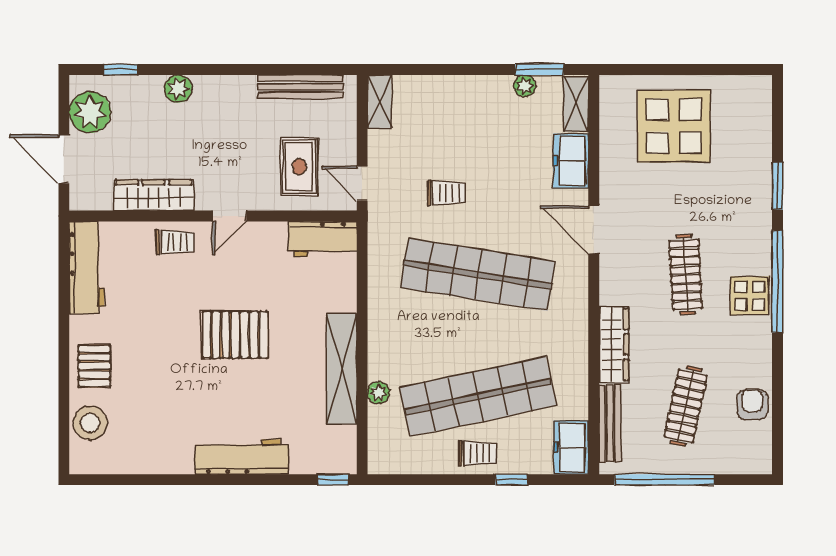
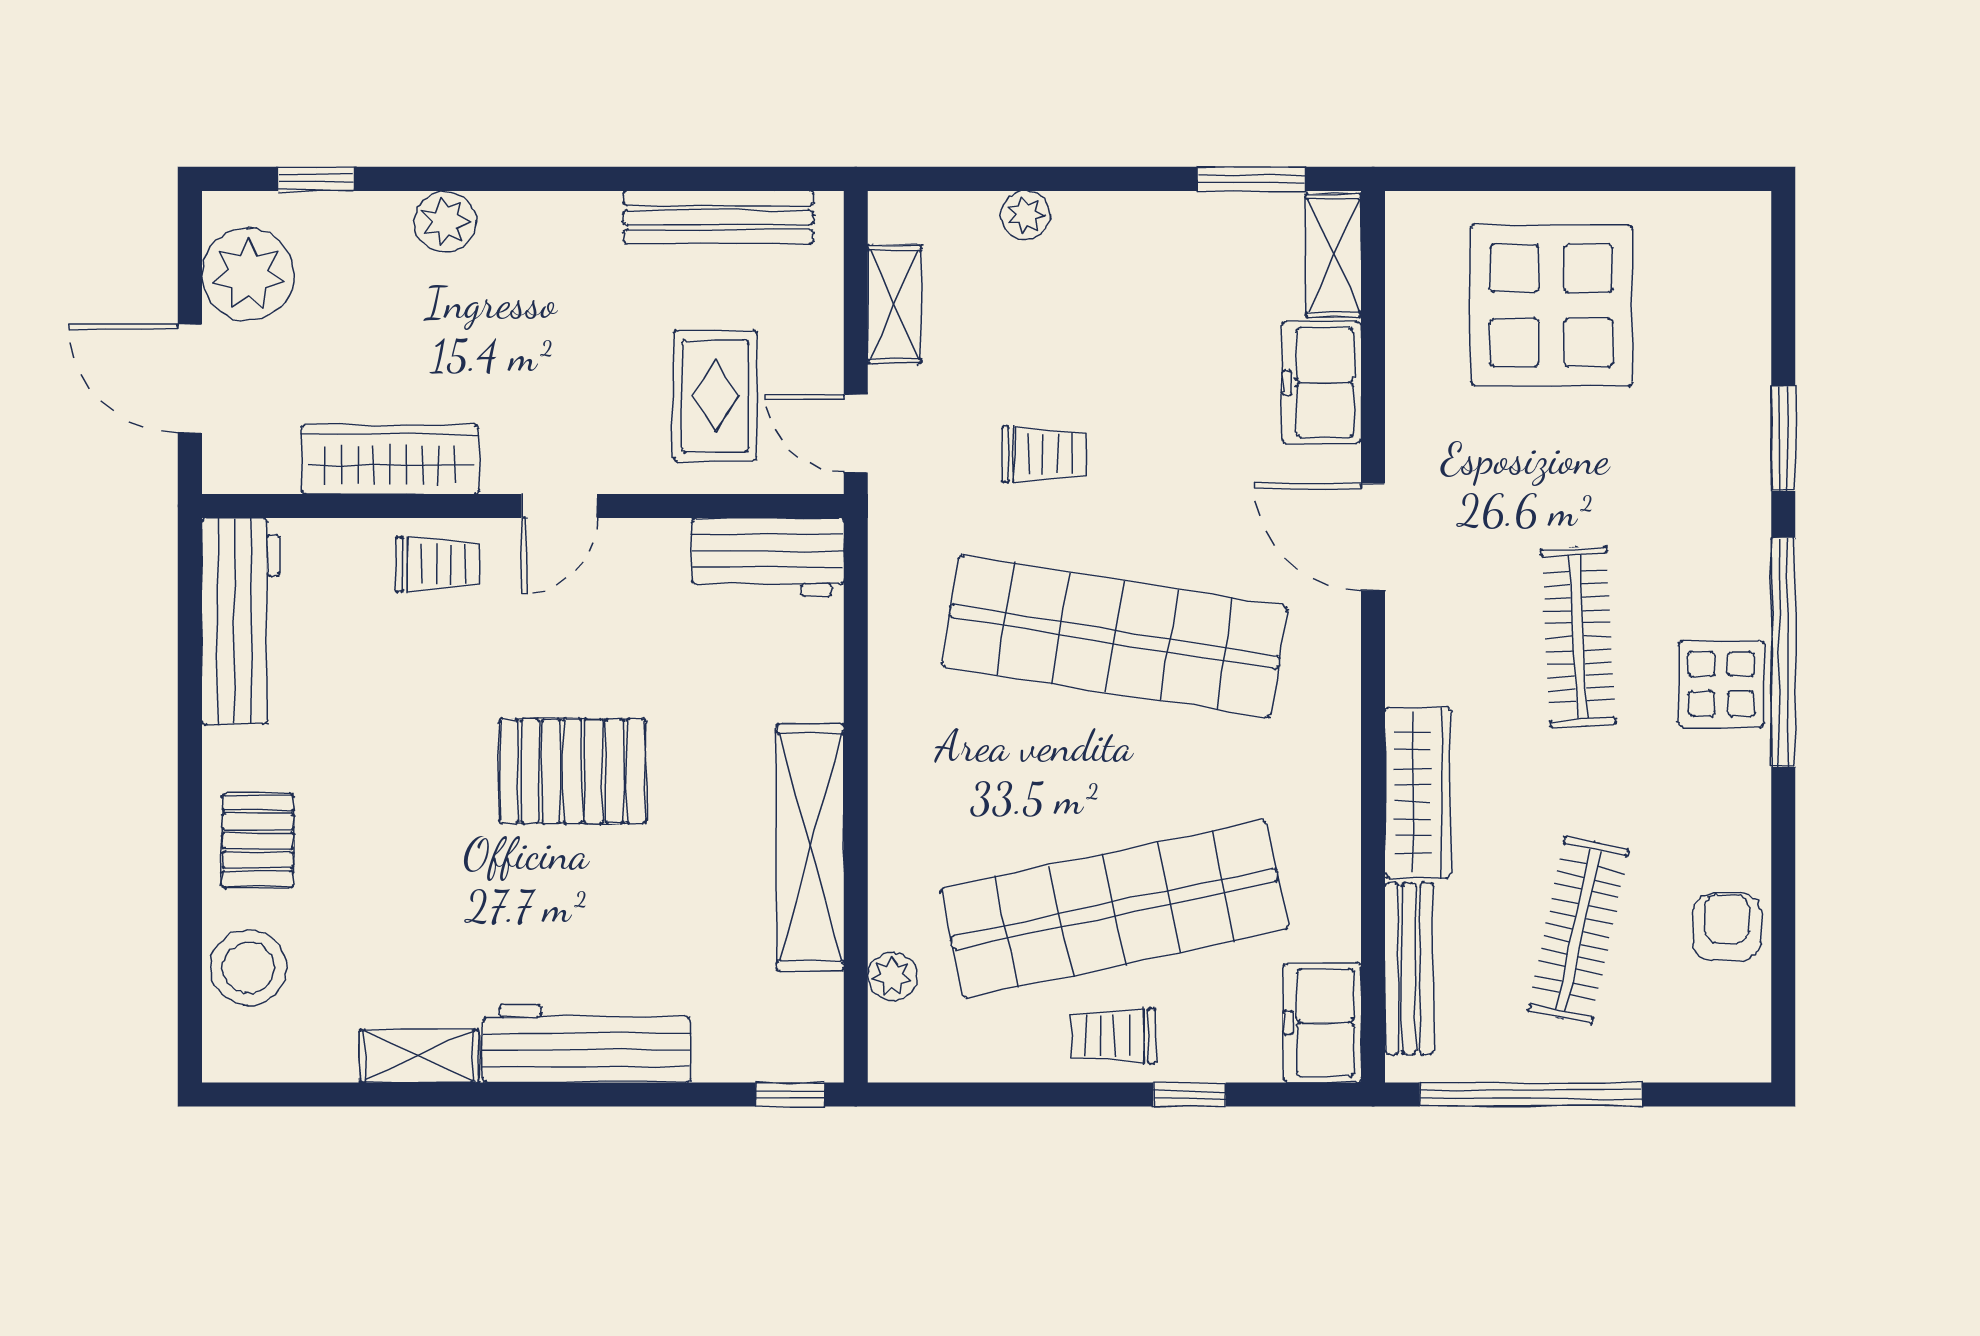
plant: (525, 86) -> (1026, 215), moved
shelving: (379, 101) -> (894, 304), moved
plant: (378, 393) -> (892, 976), moved
trolley: (477, 453) -> (1113, 1036), turned 180
shelving: (167, 462) -> (419, 1056), added

